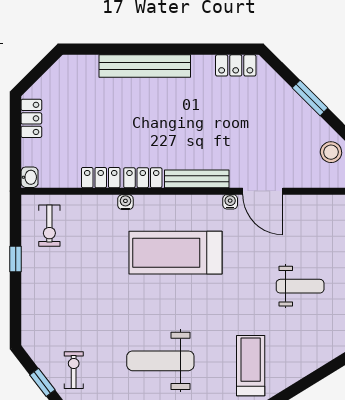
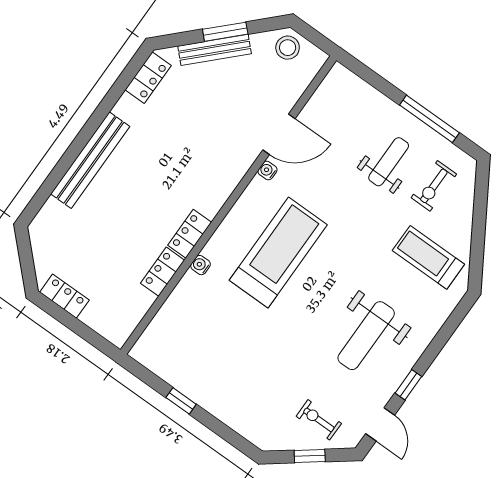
washbasin: (30, 177) -> (116, 336), removed
bench: (197, 179) -> (215, 50), moved, turned 45
exercise bike: (49, 226) -> (434, 186), moved, turned 90
treadmill: (175, 253) -> (278, 253), turned 180

